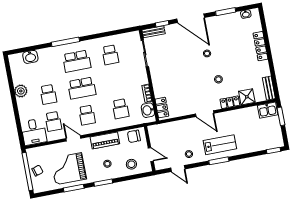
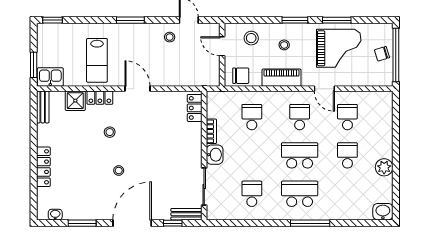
door: (191, 18) -> (132, 223), hinge flipped
washbasin: (30, 57) -> (383, 212), moved
washbasin: (148, 110) -> (215, 155), moved
desk: (34, 132) -> (377, 108), removed
lab bench: (220, 145) -> (97, 60), moved, turned -90

